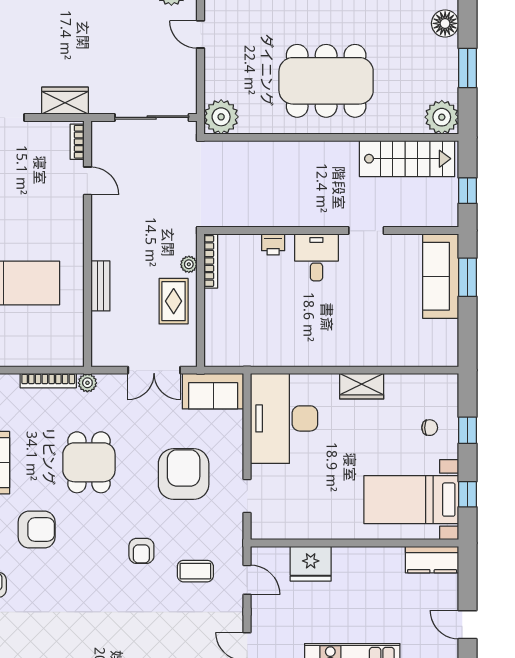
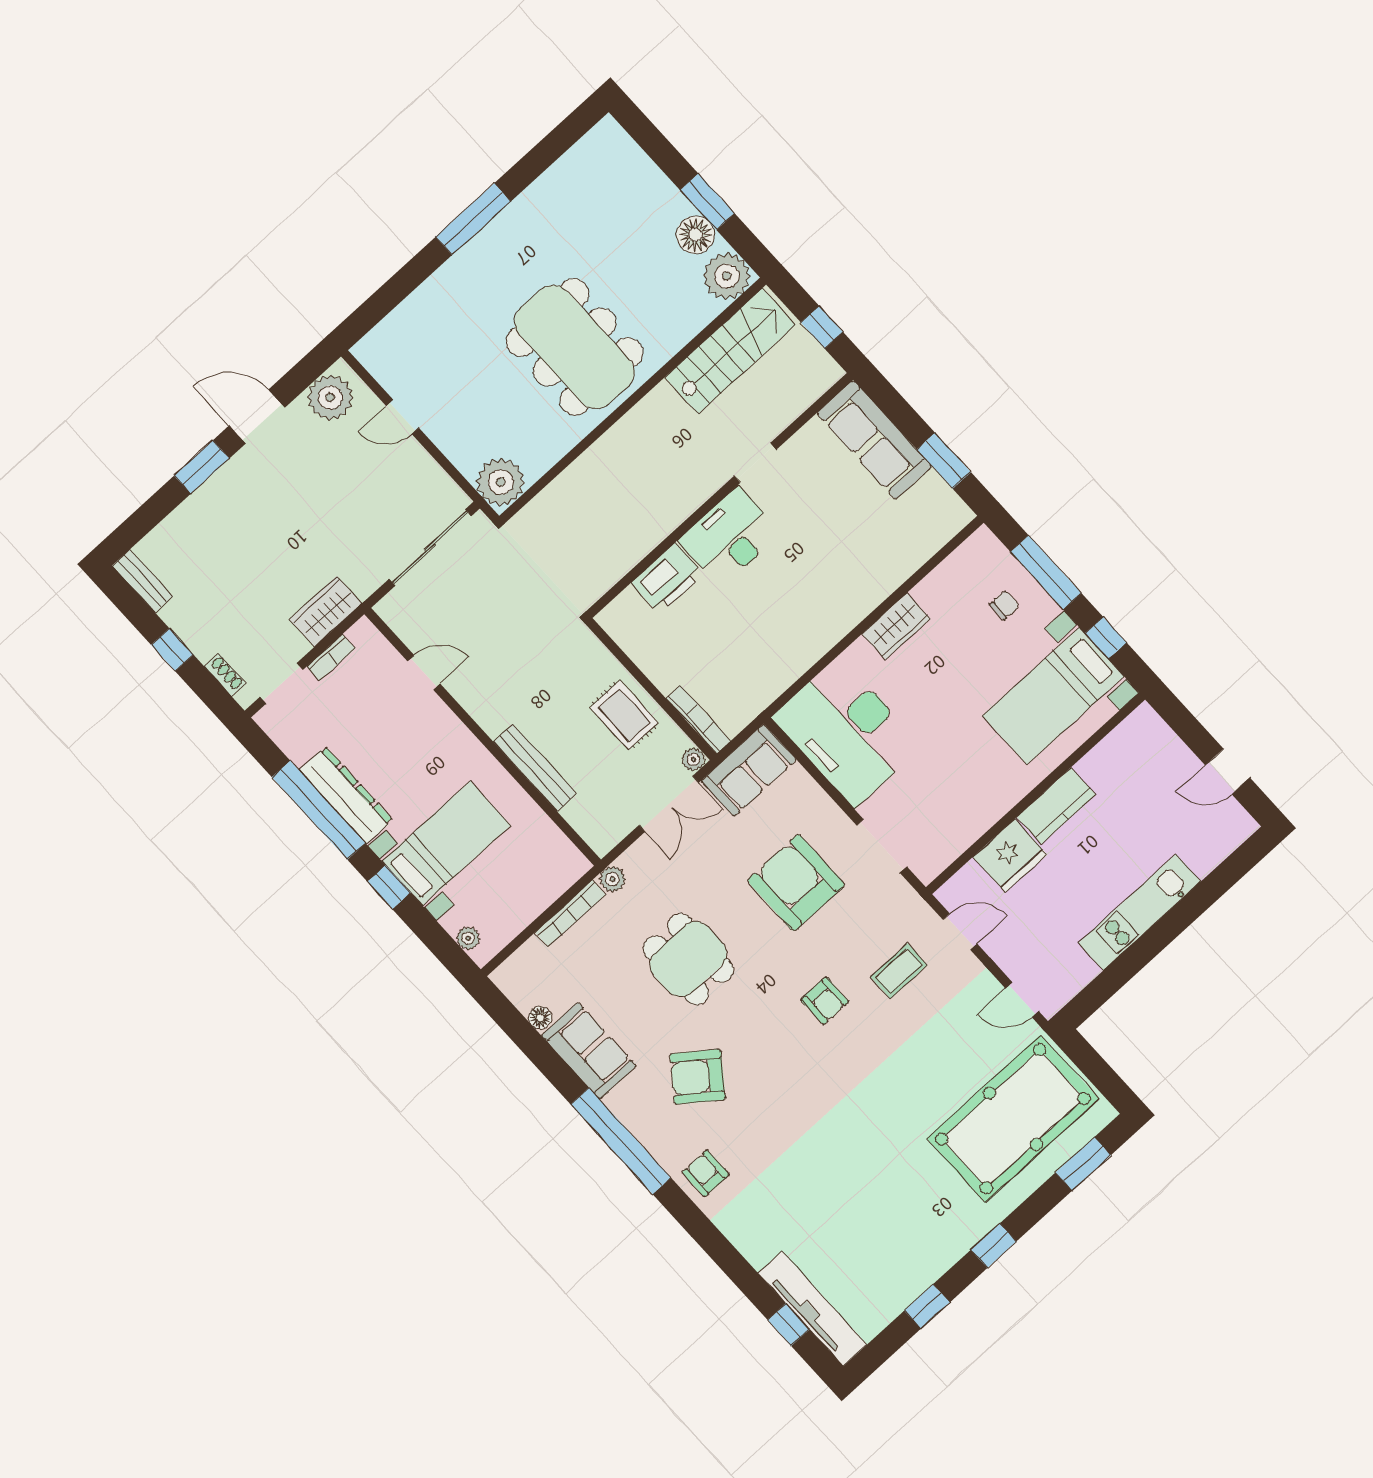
floor lamp: (445, 23) -> (695, 235), moved
dining table: (326, 81) -> (574, 347), turned 90
bookcase: (77, 142) -> (331, 658), moved, turned -90
printer: (273, 244) -> (667, 579), width x1.87, depth x1.48
desk: (316, 257) -> (730, 537), width x1.37
bookcase: (211, 261) -> (698, 720), moved
plant: (189, 264) -> (693, 759), moved
window: (468, 277) -> (944, 461), moved
bench: (100, 286) -> (535, 768), width x1.36
window: (468, 430) -> (1046, 572), width x2.17
doorway: (247, 496) -> (882, 846), width x1.38
armchair: (37, 530) -> (698, 1077), turned -143
kitchen counter: (432, 560) -> (1056, 806), moved

